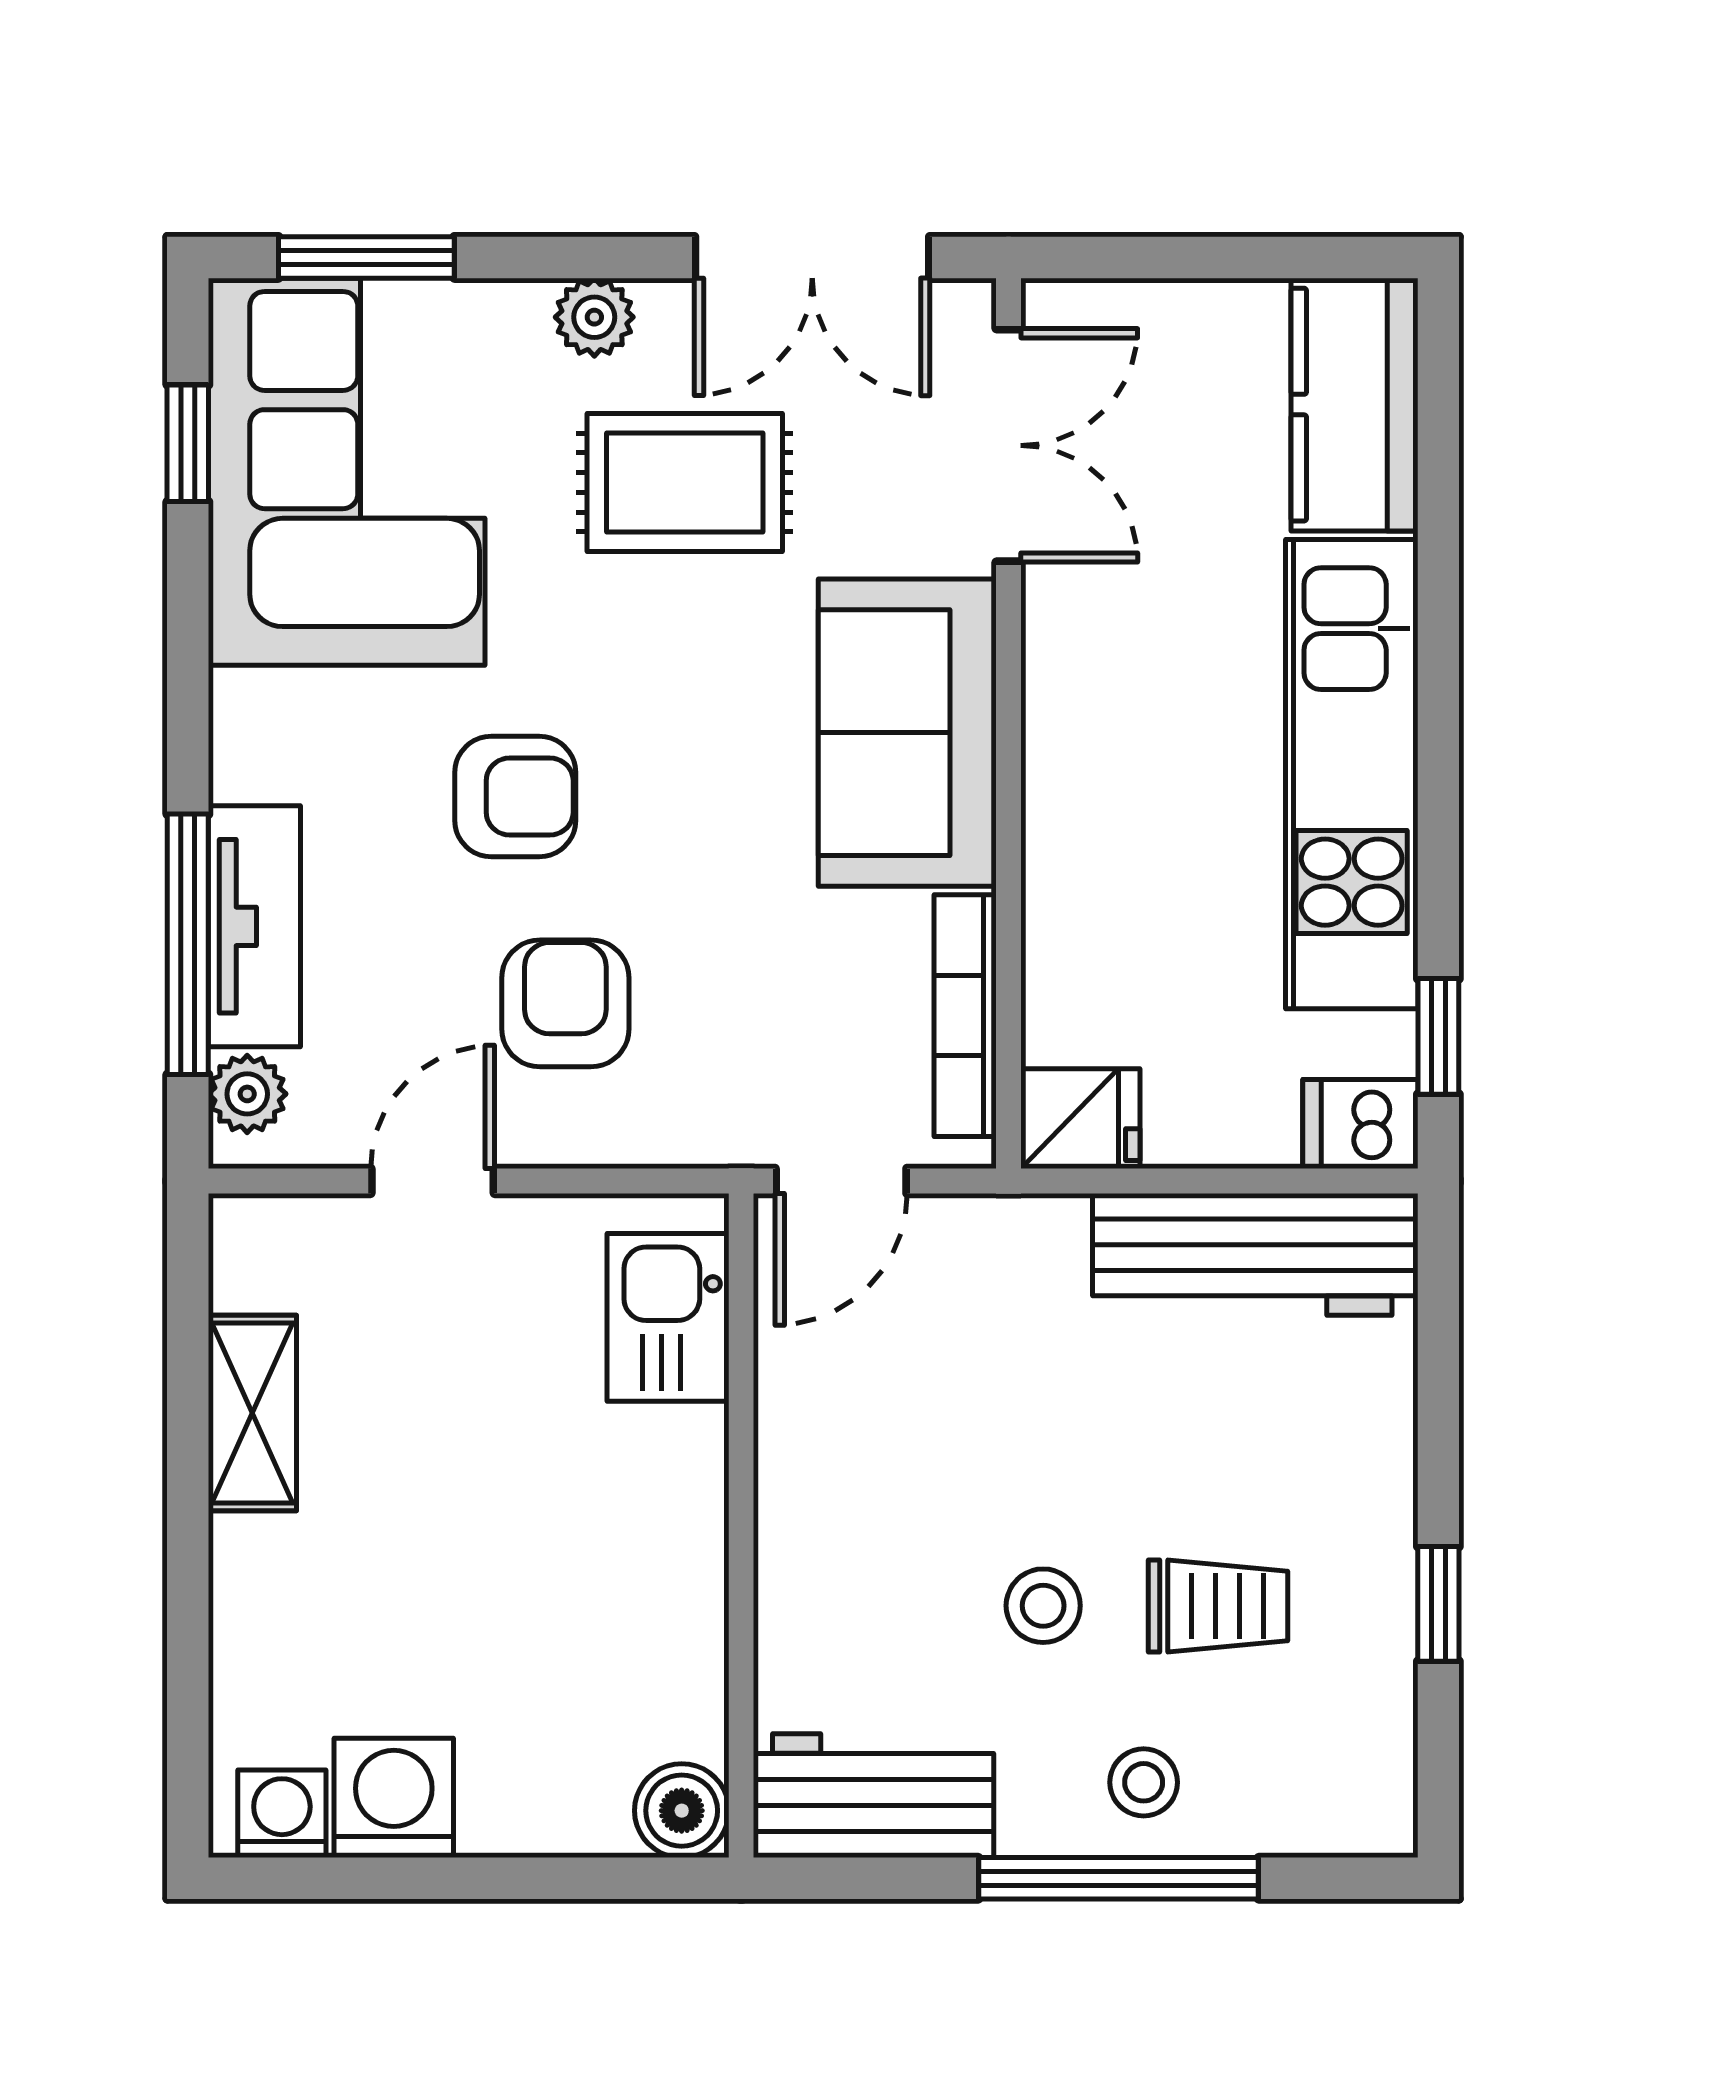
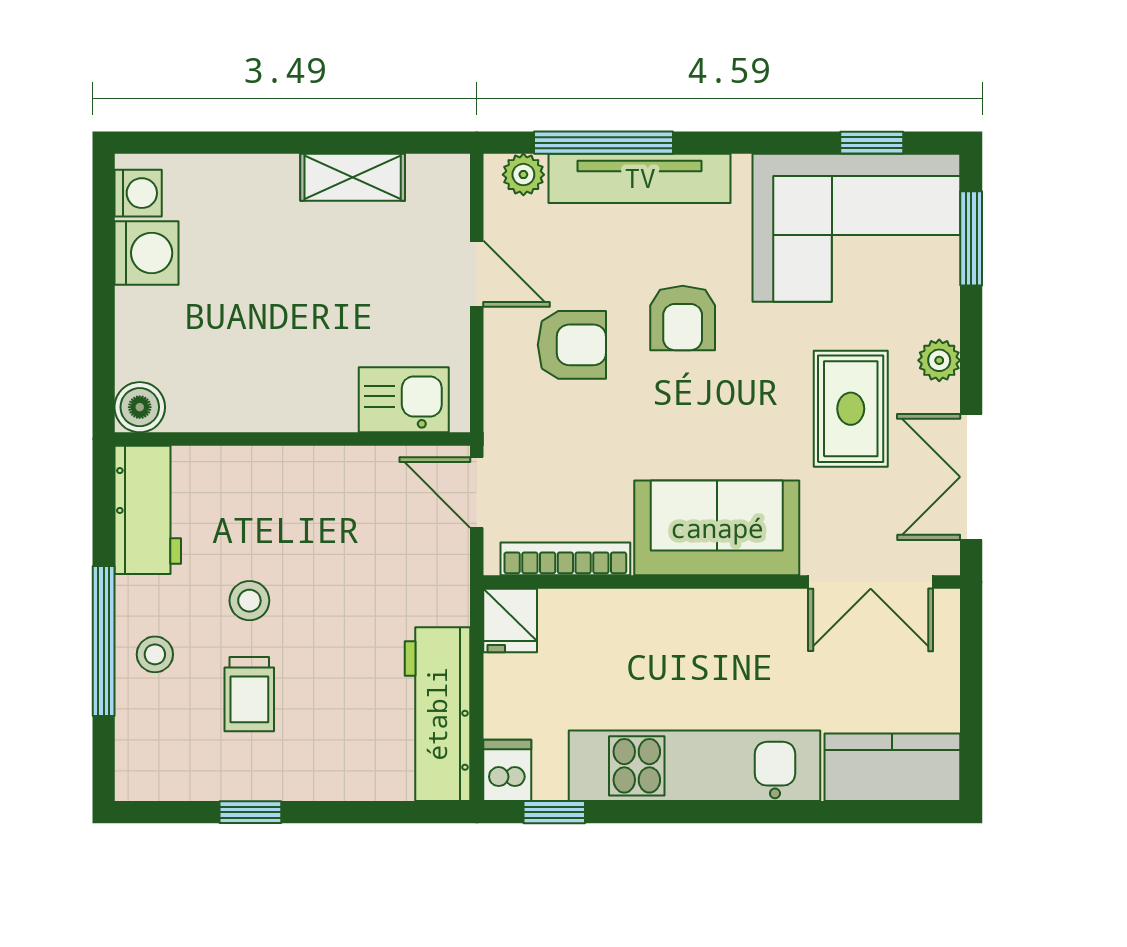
tv unit: (254, 926) -> (640, 178), width x1.41

